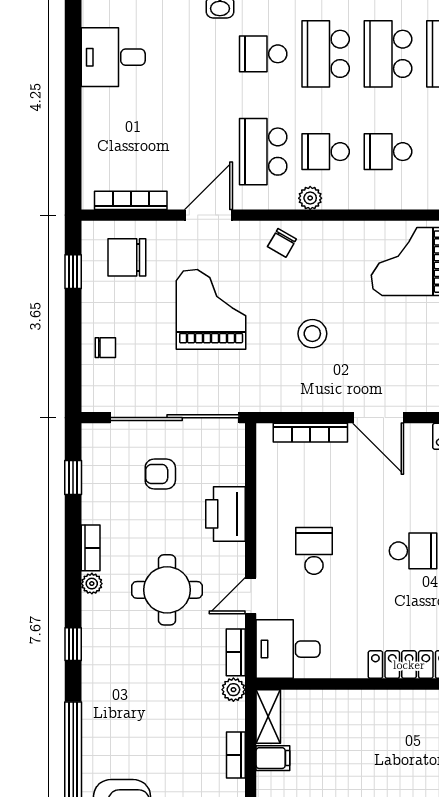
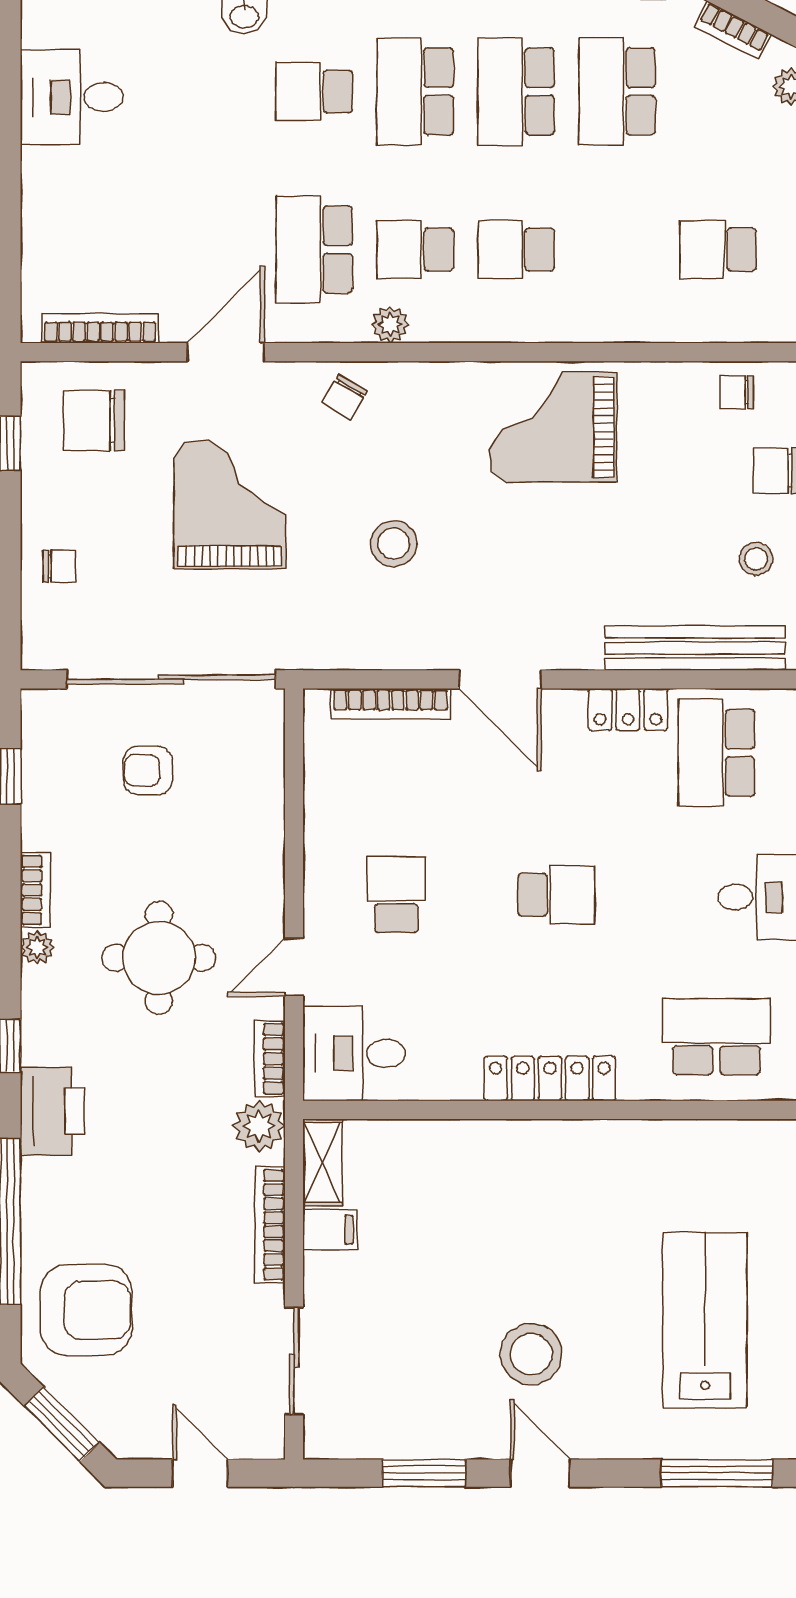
printer: (226, 514) -> (52, 1111), moved, turned 180
plant: (233, 690) -> (259, 1126), width x1.38, depth x1.38
bookcase: (236, 755) -> (270, 1225), width x1.56

